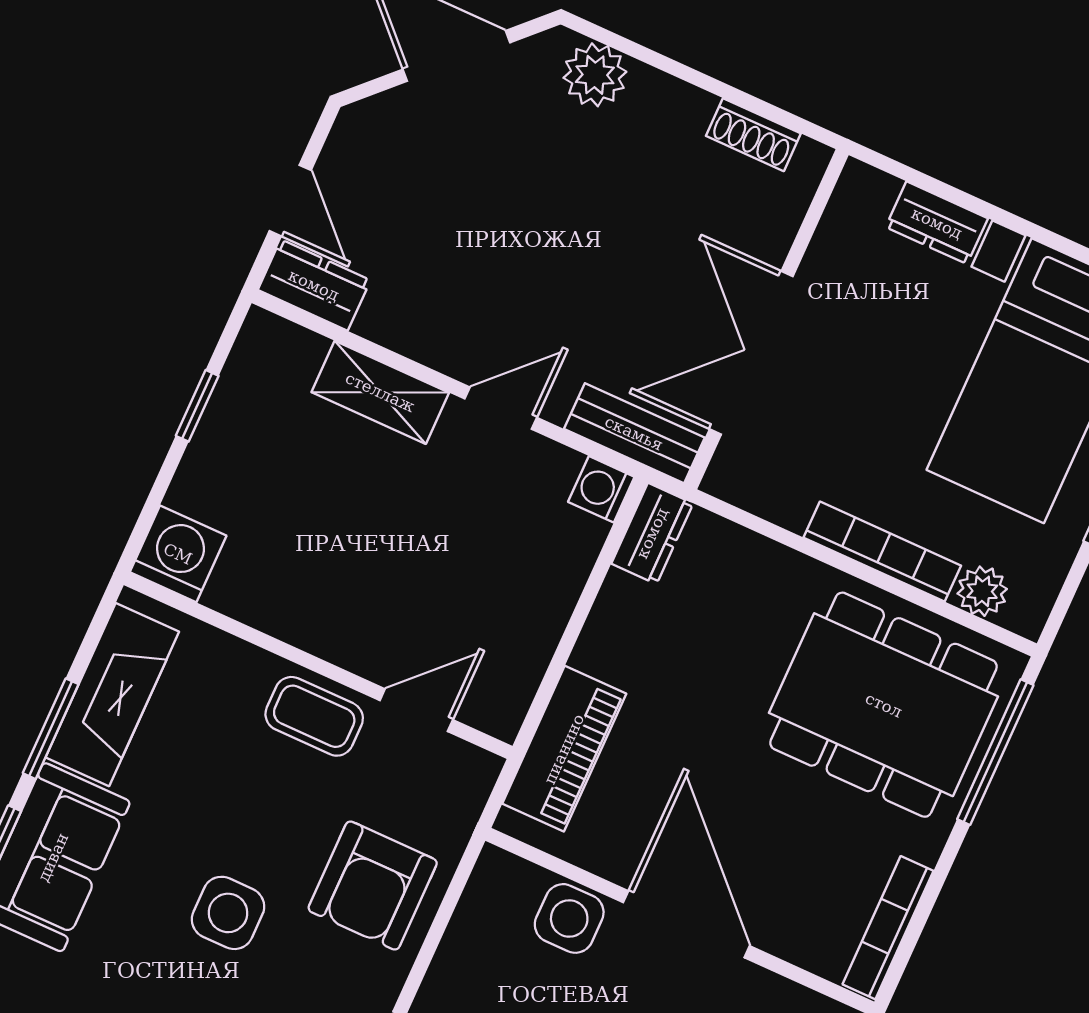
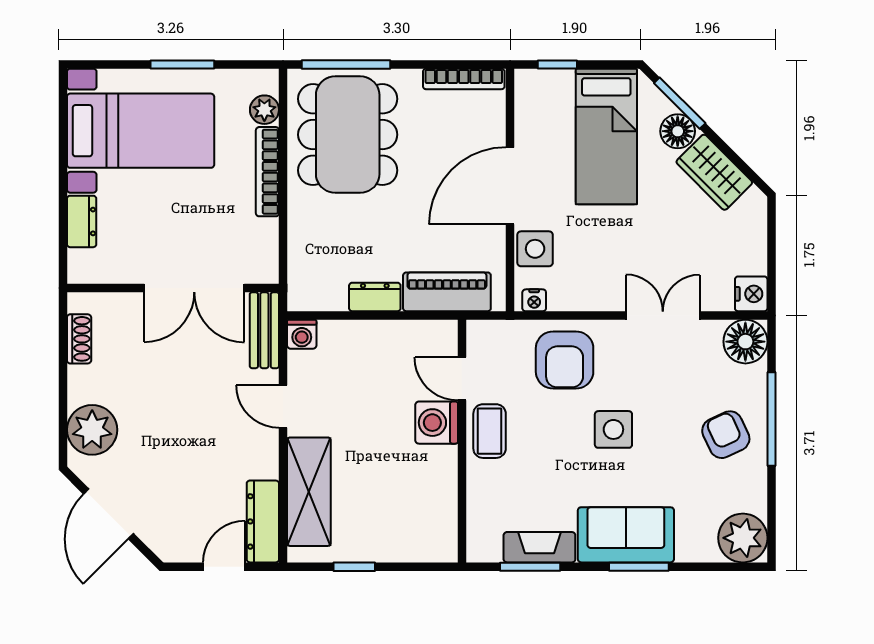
plant: (595, 75) -> (92, 430), width x1.36, depth x1.36
dresser: (314, 285) -> (263, 521), width x1.44
shelving: (380, 392) -> (309, 492), width x1.50, depth x1.33
dresser: (652, 533) -> (375, 297), moved
washing machine: (178, 554) -> (437, 423), moved
fireplace: (112, 695) -> (539, 547), width x0.73, depth x0.76
window: (51, 729) -> (530, 567), moved
nightstand: (489, 880) -> (534, 300), added
armchair: (373, 886) -> (565, 360), turned 90

